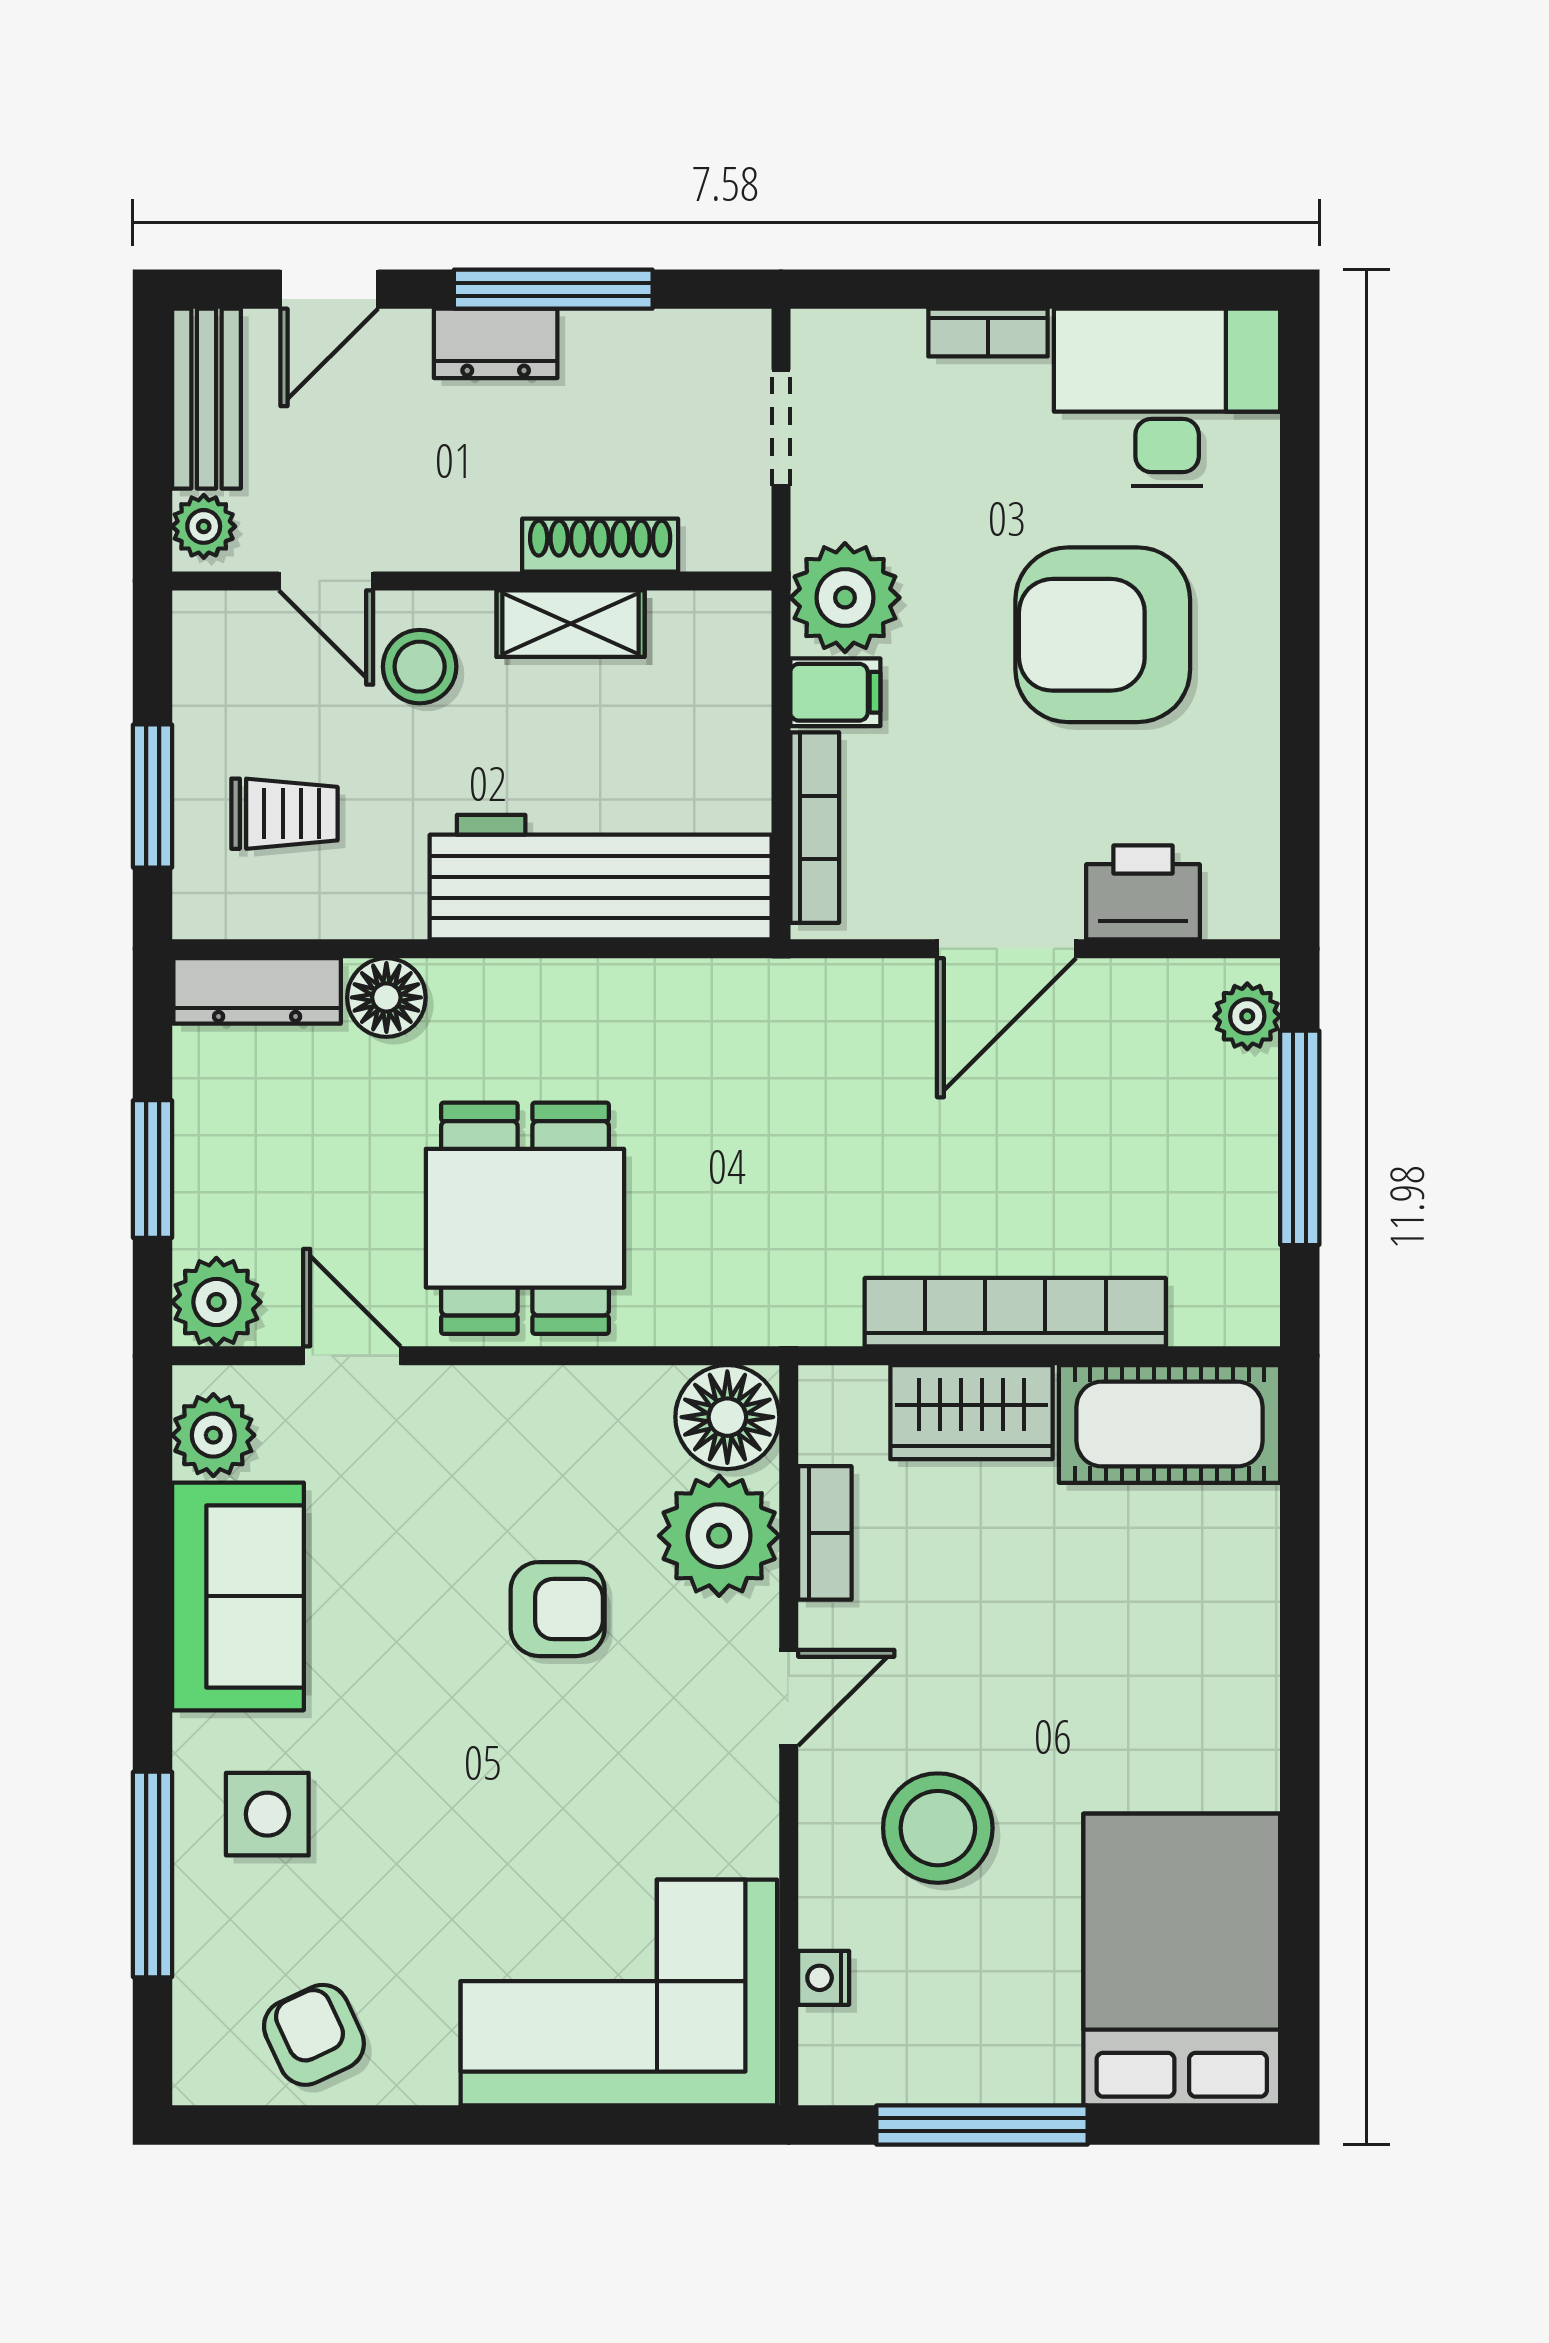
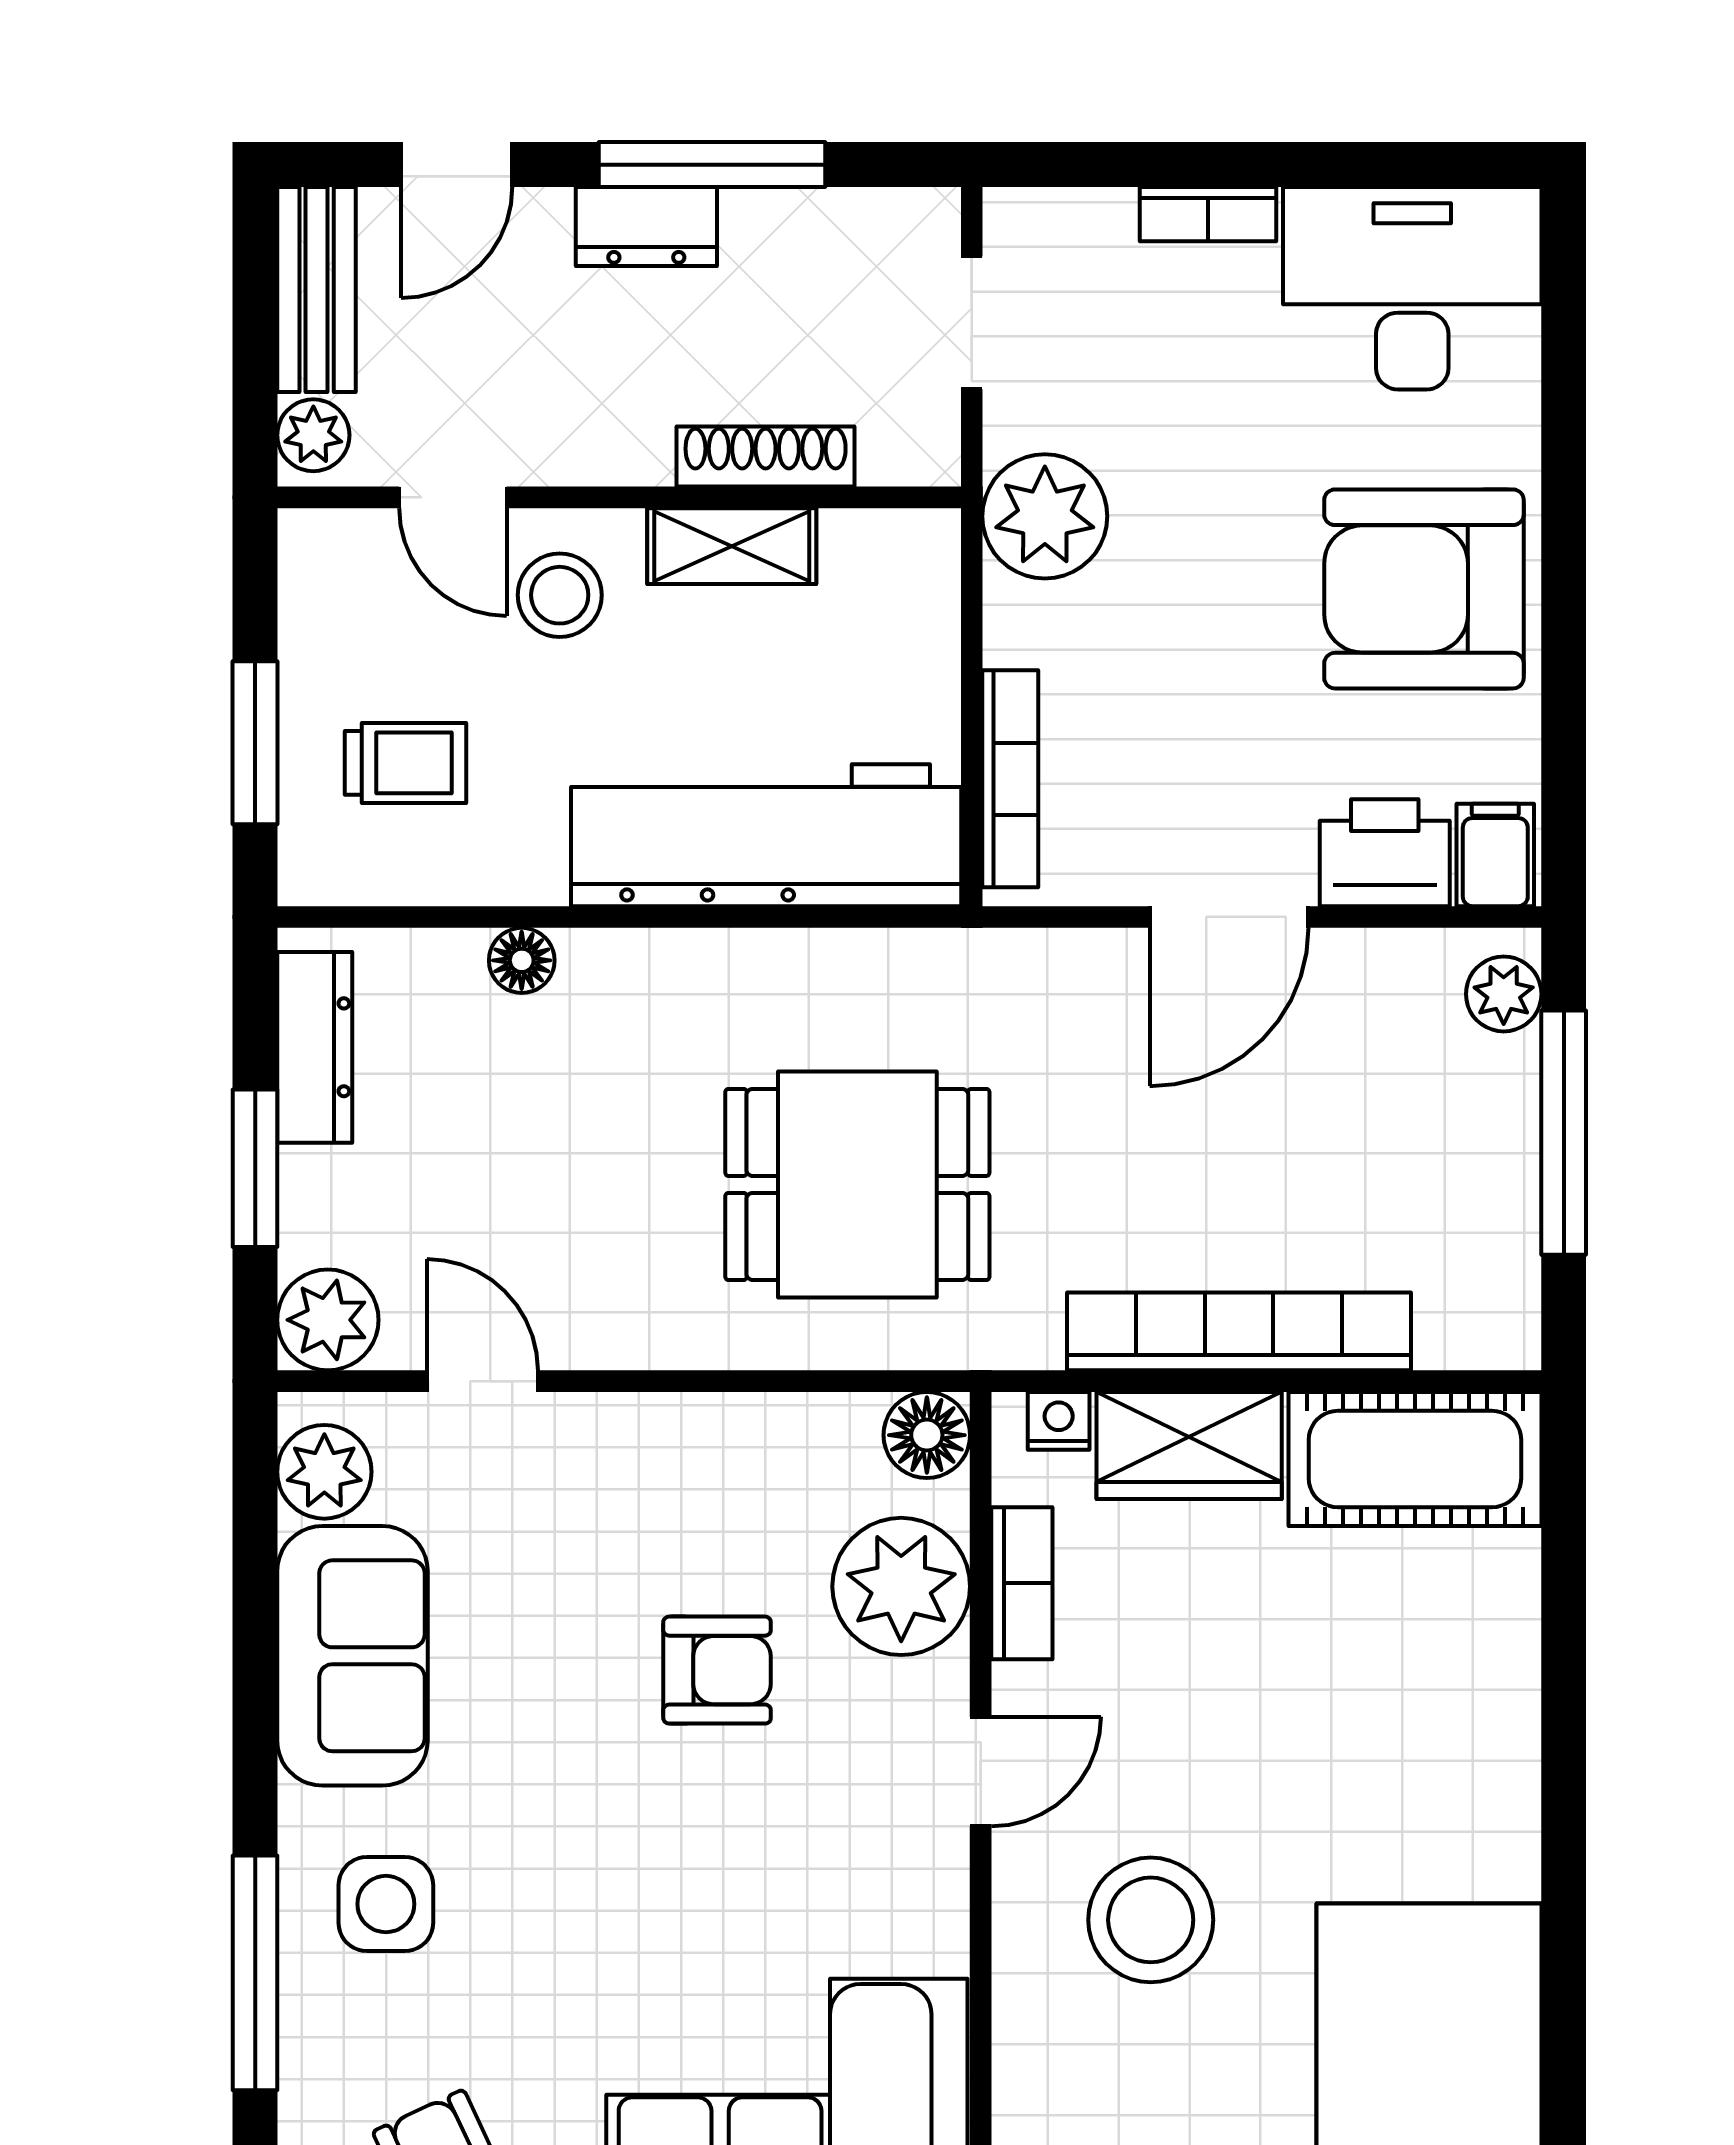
armchair: (1103, 635) -> (1424, 589), moved
filing cabinet: (835, 692) -> (1495, 855), moved, turned -90
dresser: (257, 991) -> (315, 1047), moved, turned -90
floor lamp: (386, 997) -> (522, 960), width x0.73, depth x0.73
dining table: (525, 1218) -> (857, 1184), moved, turned 90
floor lamp: (727, 1417) -> (927, 1435), width x0.73, depth x0.73
nightstand: (824, 1978) -> (1059, 1421), moved, turned 90

